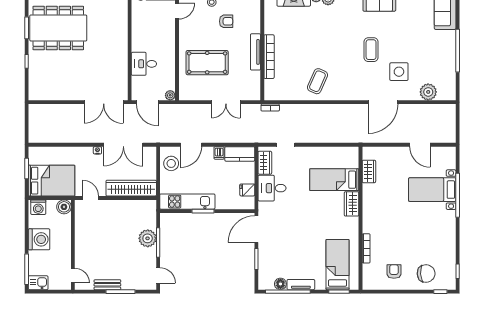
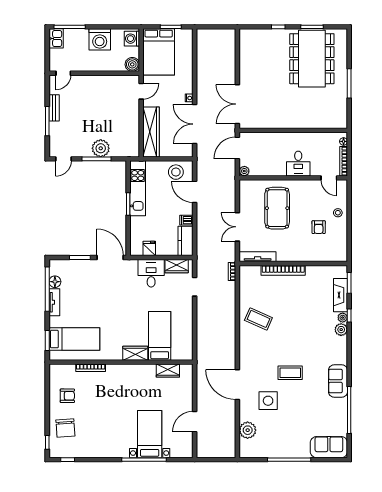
tv unit: (256, 52) -> (258, 257), moved
desk: (144, 64) -> (298, 164), moved, turned 180

